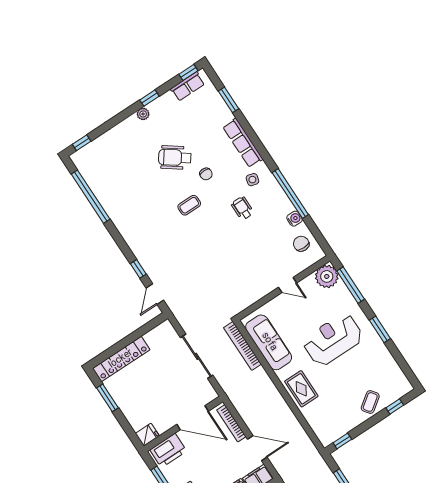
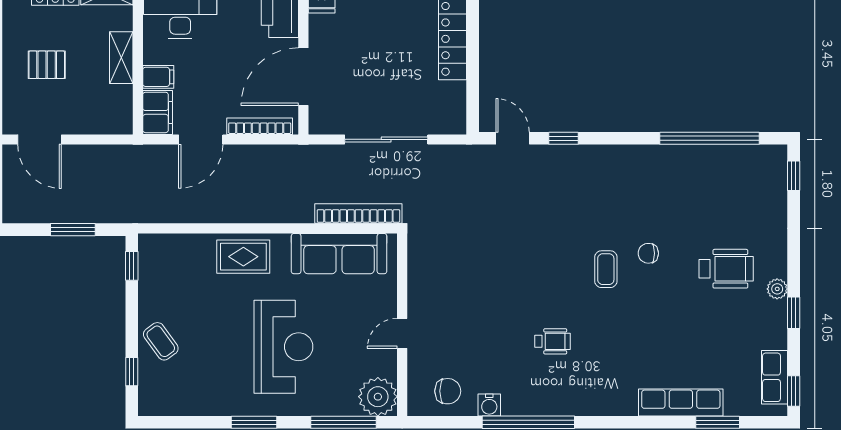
row of seats: (243, 143) -> (681, 402), moved
wheelchair: (175, 158) -> (726, 269), moved, turned 54
chair: (206, 174) -> (648, 253), moved
side table: (252, 180) -> (583, 382), removed

